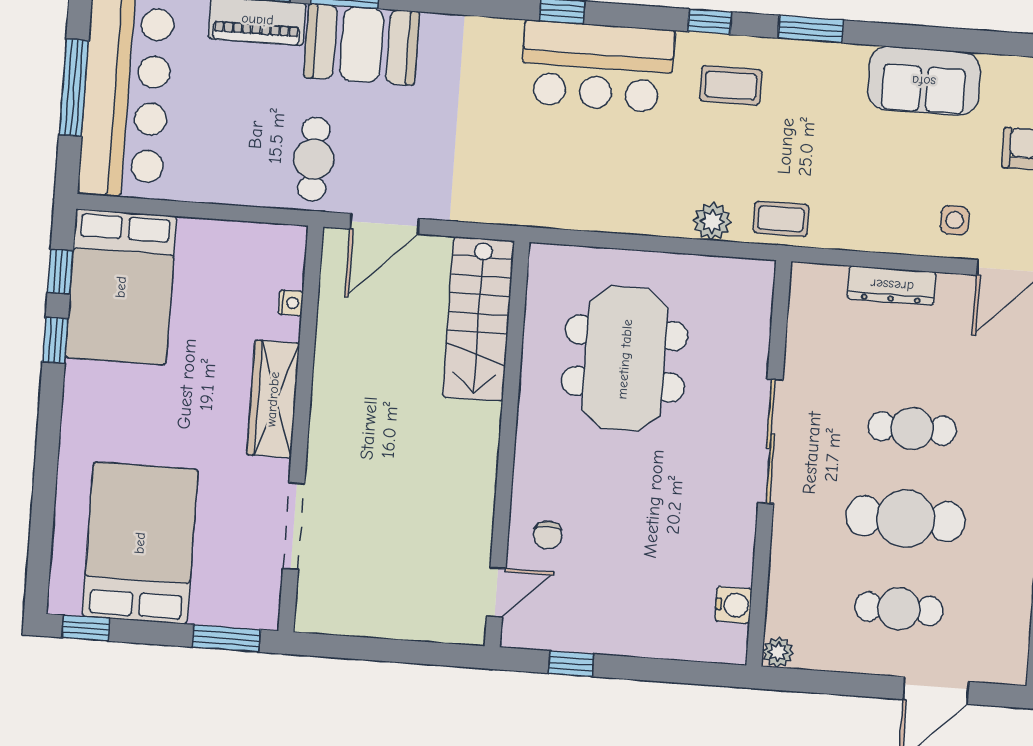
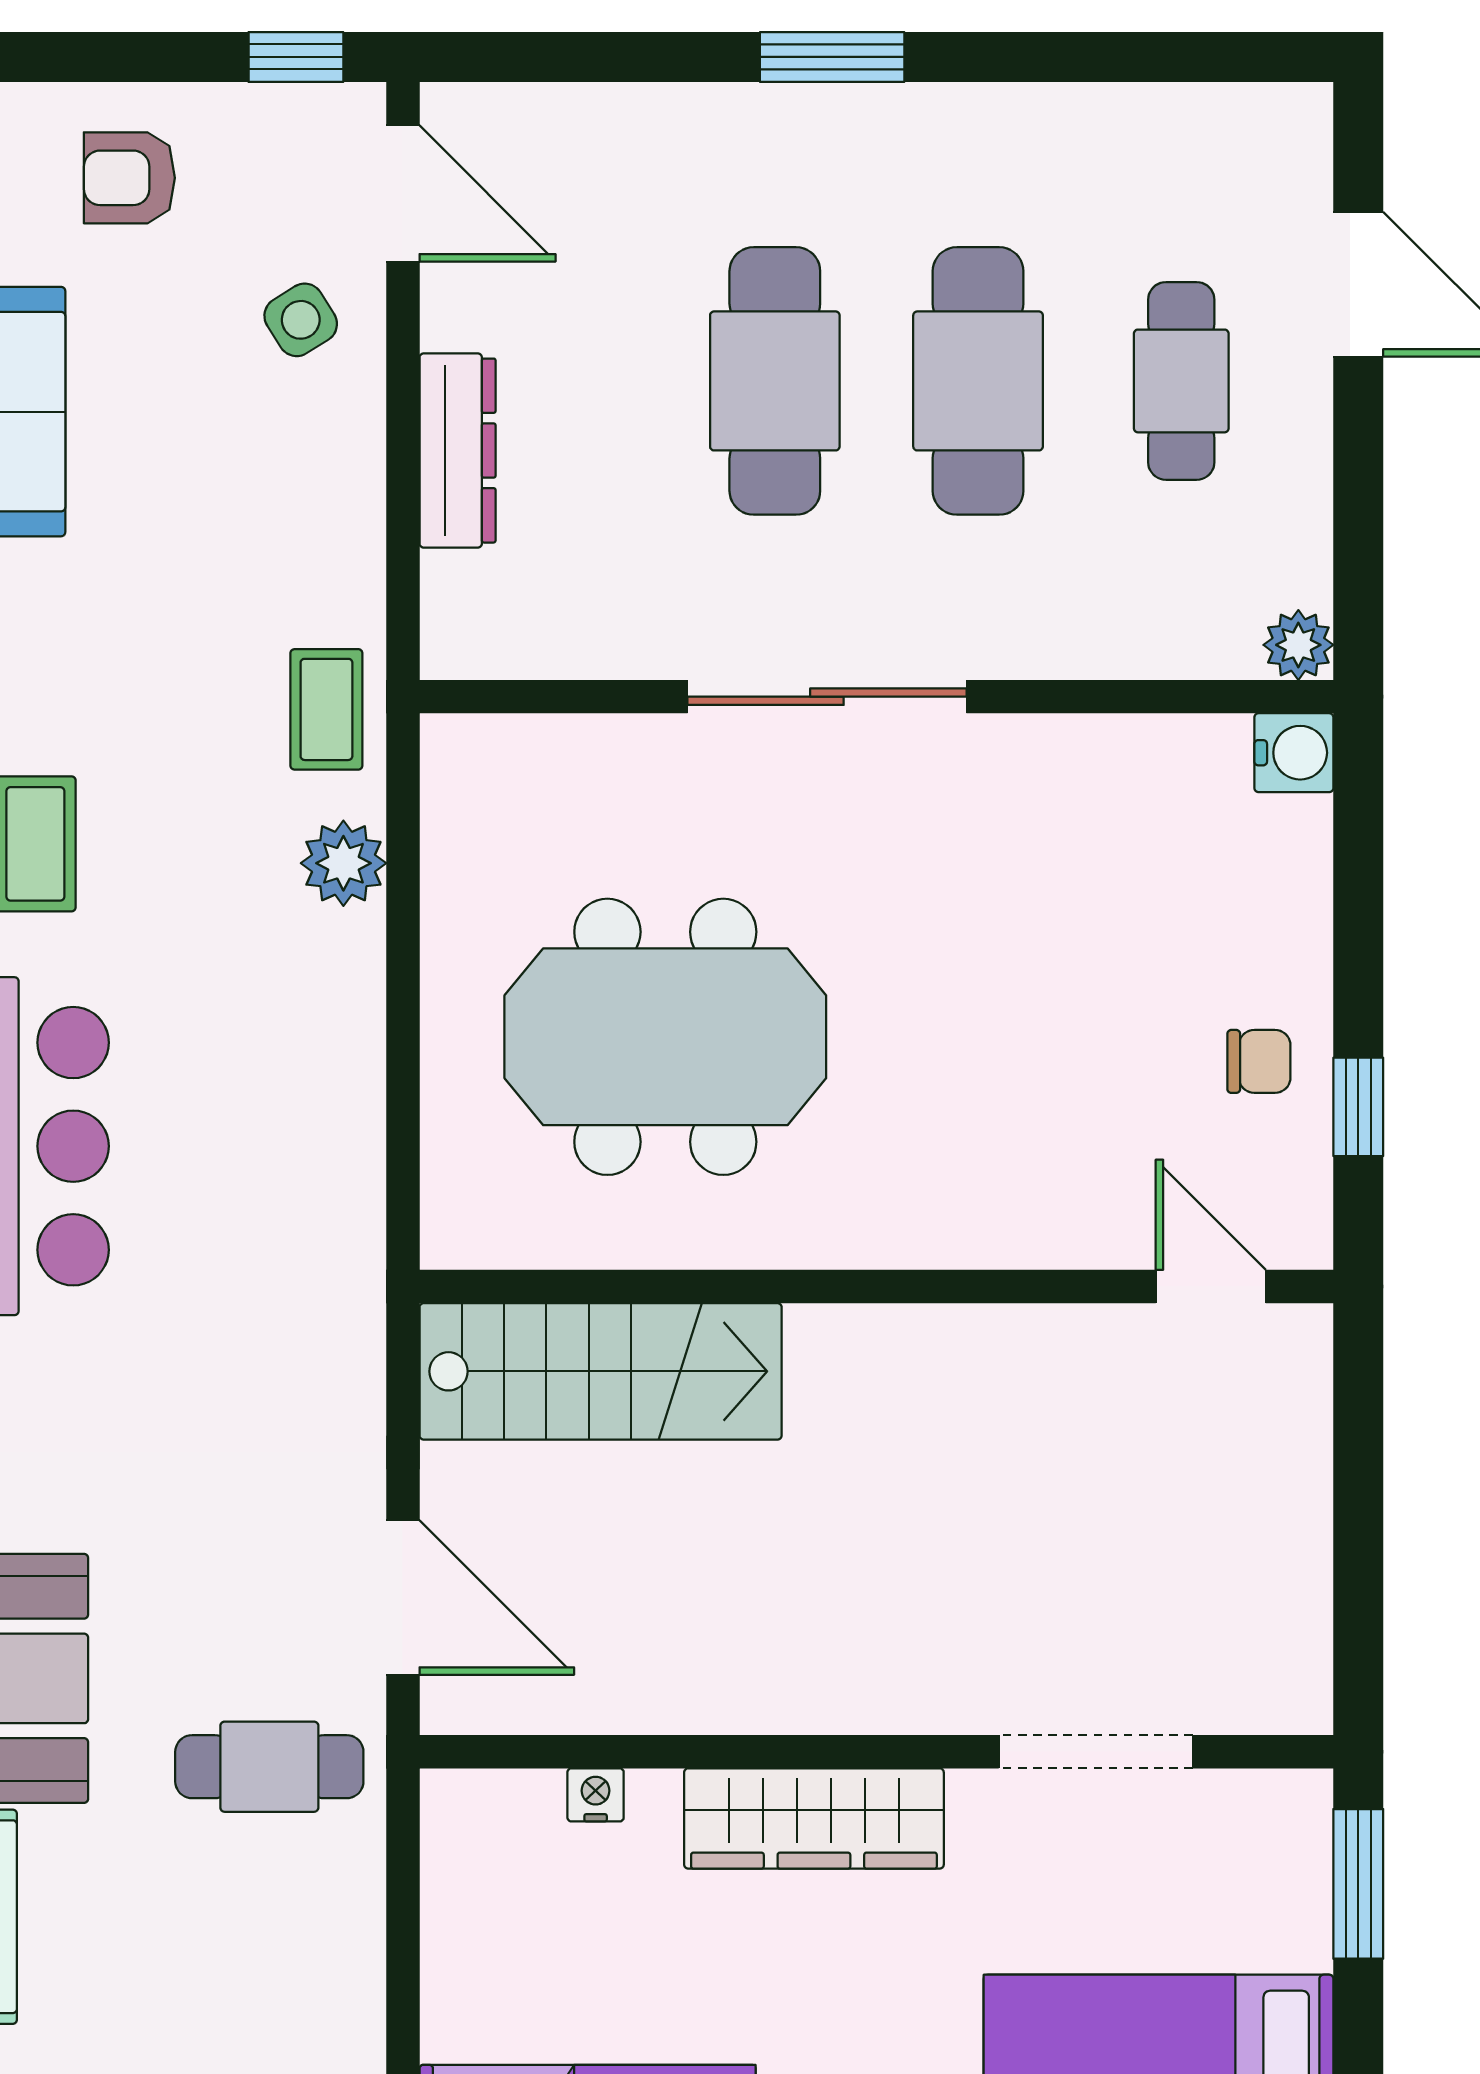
side table: (955, 220) -> (301, 320), turned -32
cafe table: (912, 428) -> (775, 381), width x1.37, depth x1.35
chair: (548, 535) -> (1259, 1061), moved
water cooler: (733, 605) -> (1294, 753), moved, turned 90

